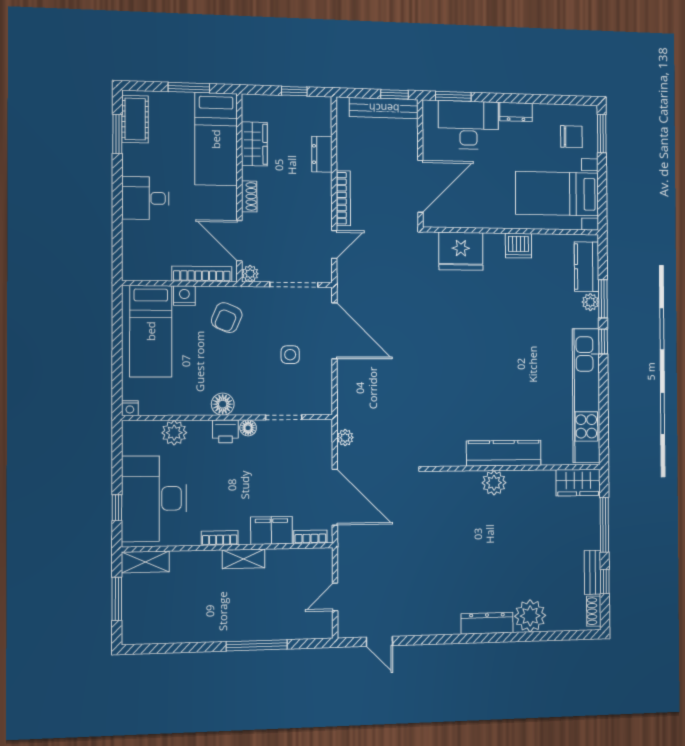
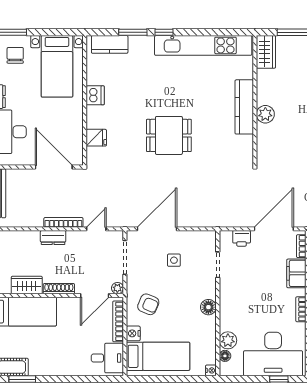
dresser: (322, 154) -> (53, 238), moved
shoe rack: (249, 196) -> (59, 289), width x1.43
desk: (145, 198) -> (107, 358), moved, turned -90
door: (334, 244) -> (96, 229), hinge flipped
fridge: (461, 251) -> (96, 138), width x0.53, depth x0.75
plant: (590, 302) -> (135, 42), removed
dining table: (464, 348) -> (169, 135), added
floor lamp: (248, 428) -> (225, 356), moved
printer: (225, 431) -> (242, 238), moved, turned 90
plant: (345, 438) -> (232, 222), removed

